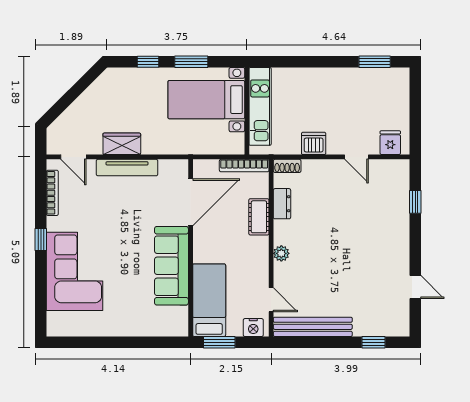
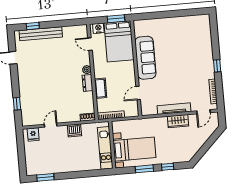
door: (73, 157) -> (203, 112), swing flipped
door: (357, 157) -> (51, 125), hinge flipped
door: (191, 202) -> (138, 93), width x0.53
dresser: (282, 204) -> (88, 83), moved
corner sofa: (75, 271) -> (197, 50), removed
bed: (209, 300) -> (119, 41), width x1.50
bench: (313, 327) -> (41, 34), moved

